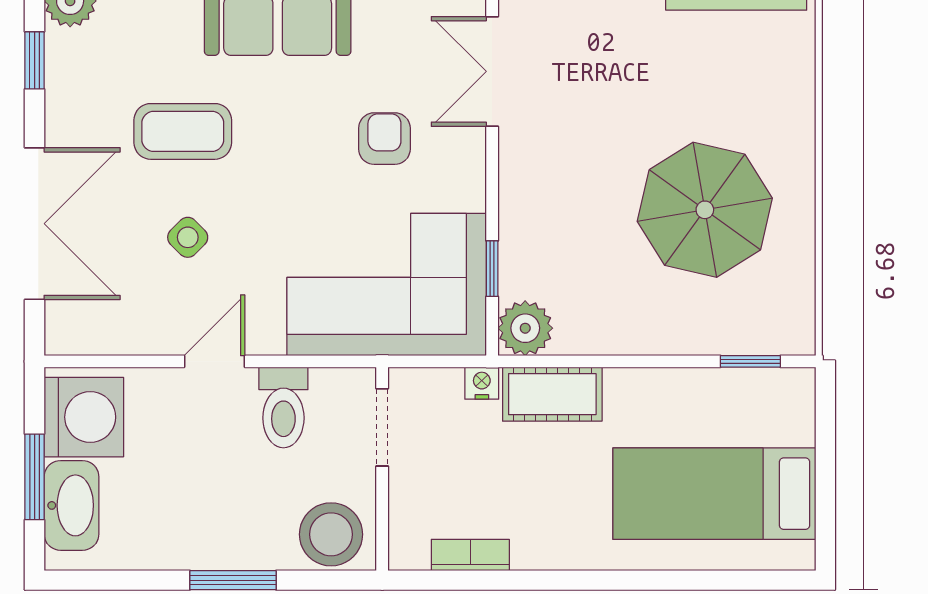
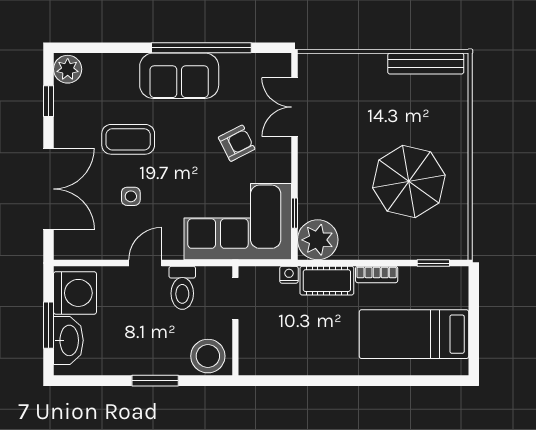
armchair: (384, 139) -> (237, 143), turned 63
side table: (188, 237) -> (131, 196), turned 45
plant: (525, 328) -> (318, 240), width x1.36, depth x1.36
bookcase: (470, 555) -> (377, 274), moved, turned 180

